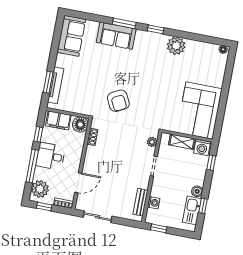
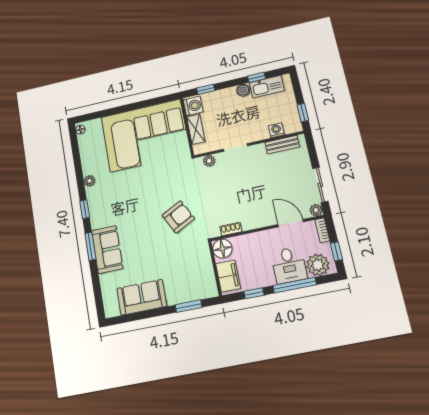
sofa: (71, 36) -> (142, 297), moved
plant: (176, 46) -> (90, 181), width x0.53, depth x0.53
tv unit: (56, 85) -> (189, 296), removed
corner sofa: (199, 111) -> (145, 136), width x1.36, depth x1.36
desk: (50, 156) -> (289, 265), moved
plant: (80, 205) -> (316, 210), added

